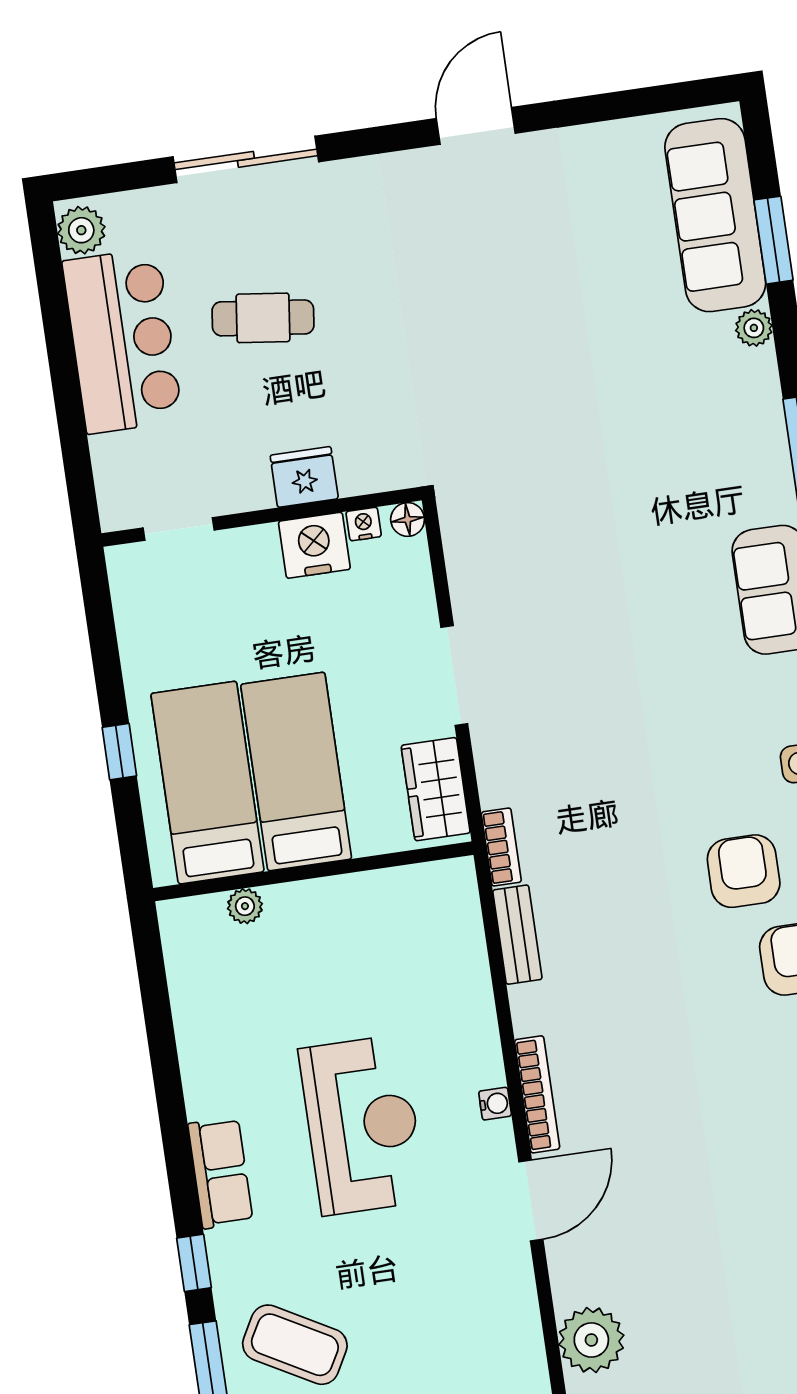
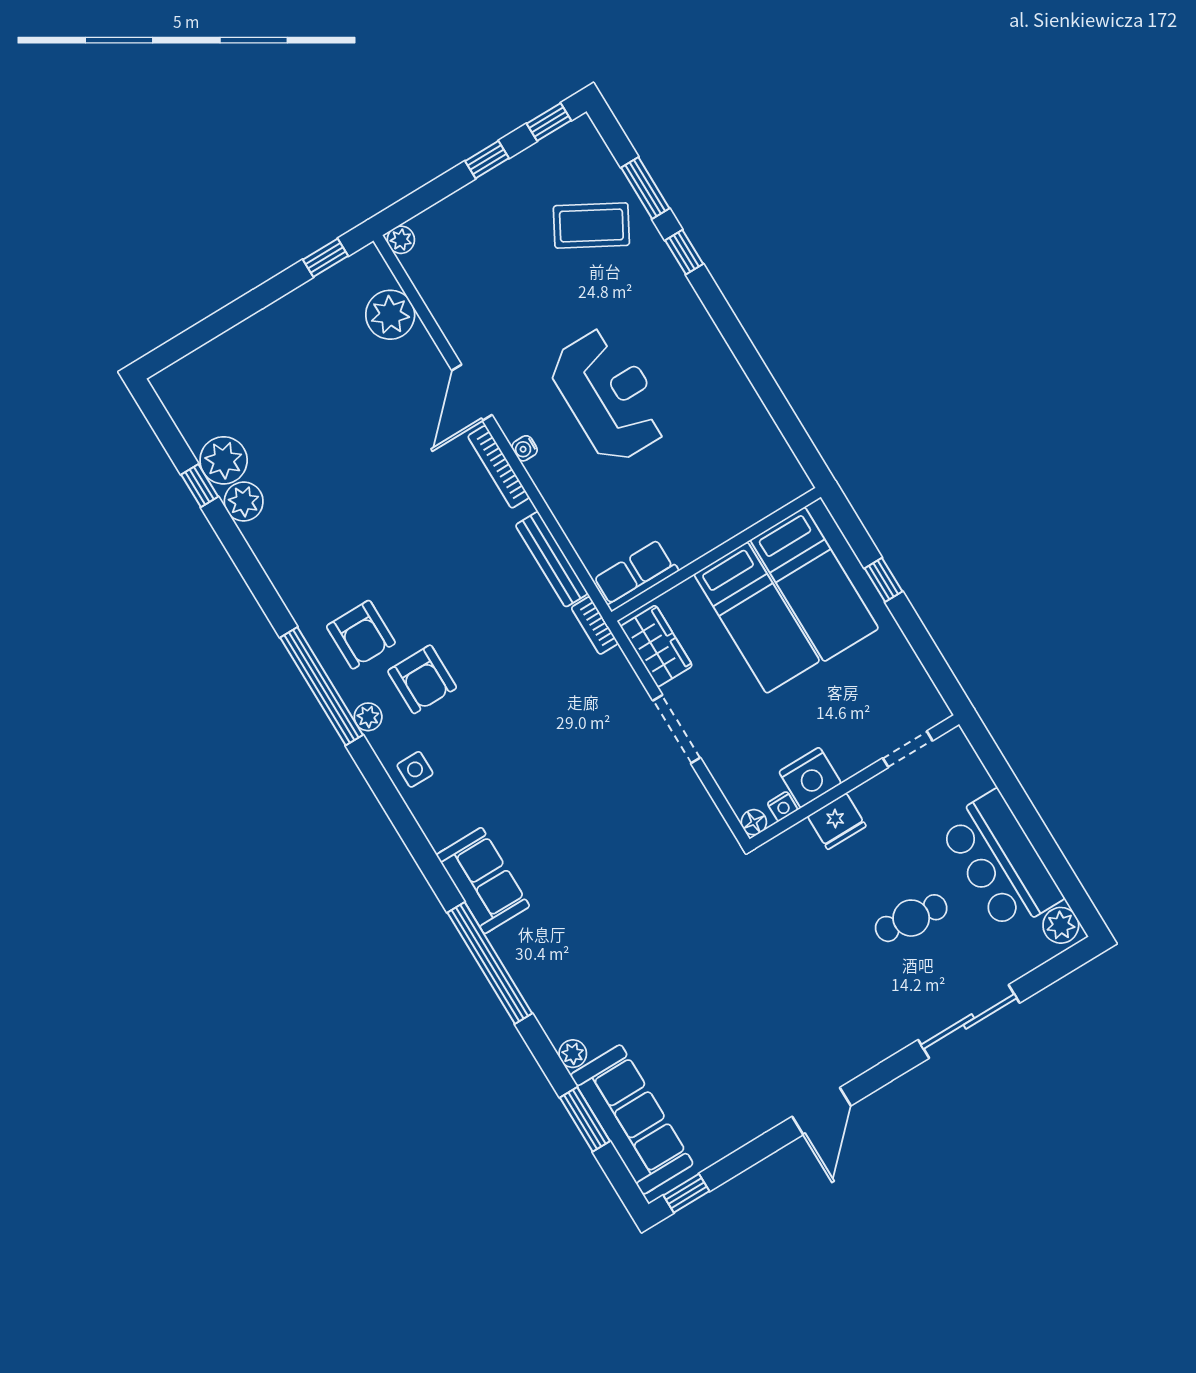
window: (686, 95) -> (686, 1193), added
plant: (245, 906) -> (753, 511), removed
bench: (517, 935) -> (552, 559), width x1.36
reception desk: (362, 1125) -> (609, 395), turned 180
row of seats: (220, 1173) -> (635, 575), moved, turned 90

